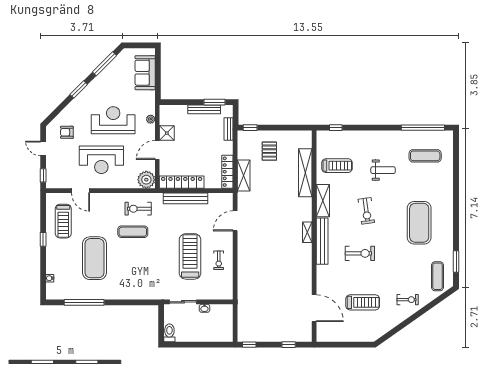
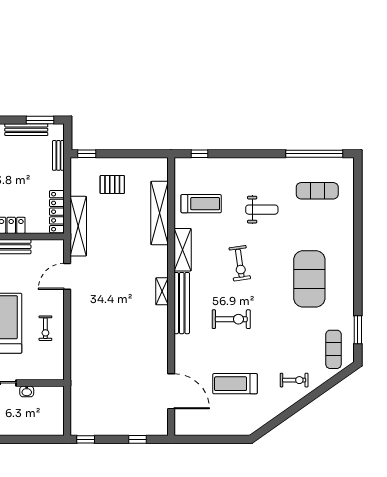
pallet: (269, 151) -> (112, 185), turned 90
shelving: (244, 176) -> (78, 226), width x1.47
treadmill: (363, 302) -> (235, 384), turned 180

